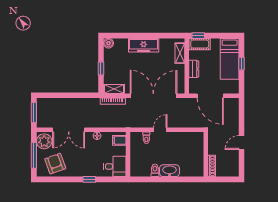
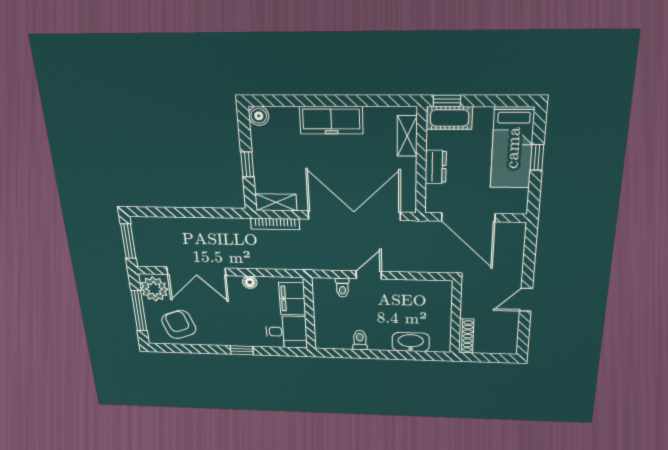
filing cabinet: (119, 140) -> (292, 299), width x2.00
washbasin: (170, 171) -> (411, 342), moved

